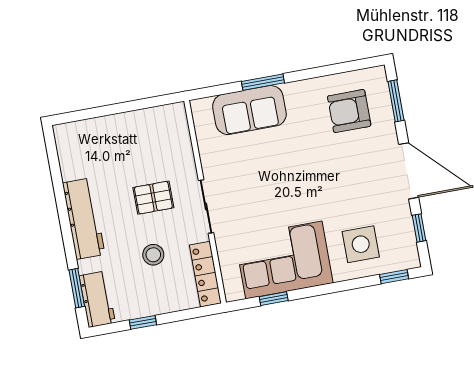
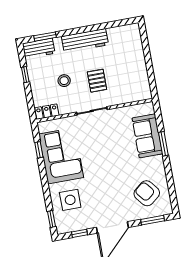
armchair: (349, 111) -> (147, 193), turned -39
locker: (205, 274) -> (47, 112), width x0.66

